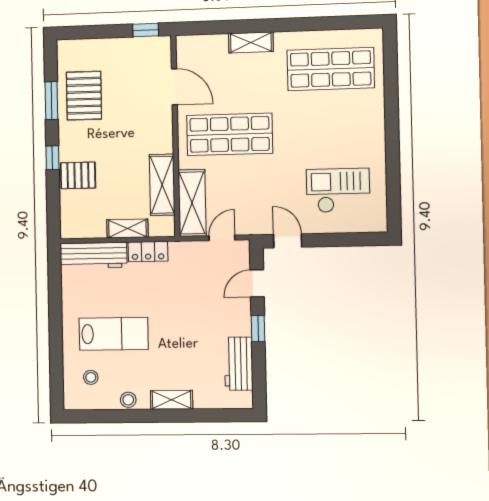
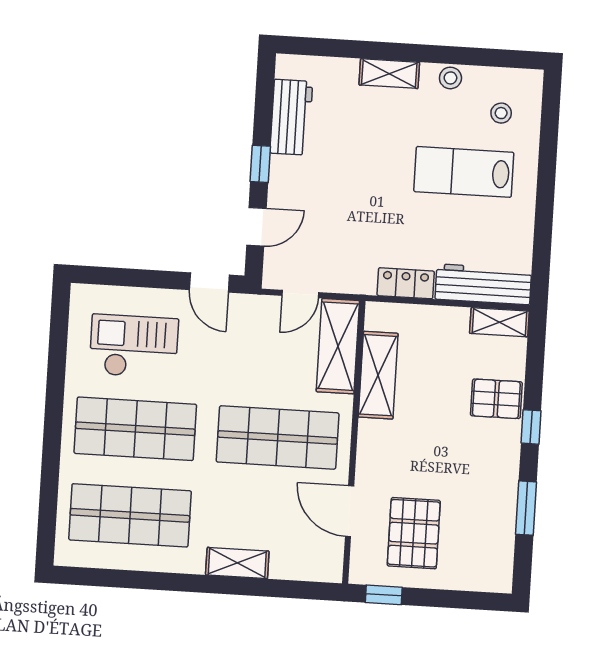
pallet: (84, 96) -> (414, 533), moved
shop shelf: (332, 131) -> (135, 429), added
checkout: (338, 190) -> (134, 346), turned 180
shelving: (127, 228) -> (499, 322), moved

